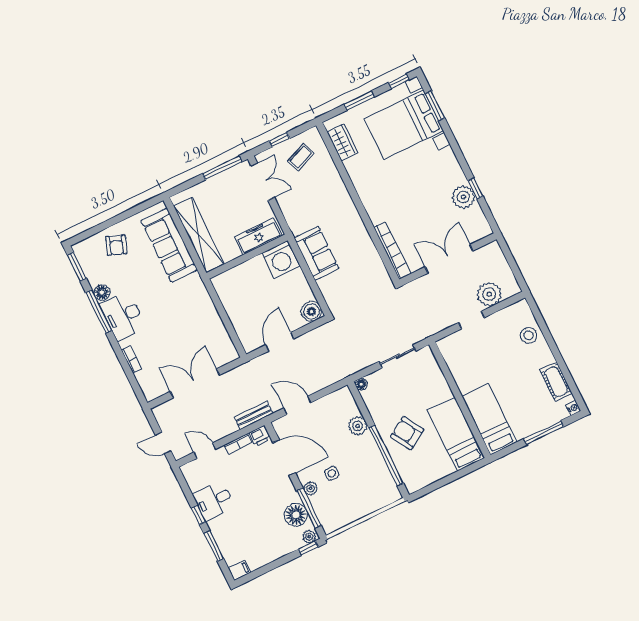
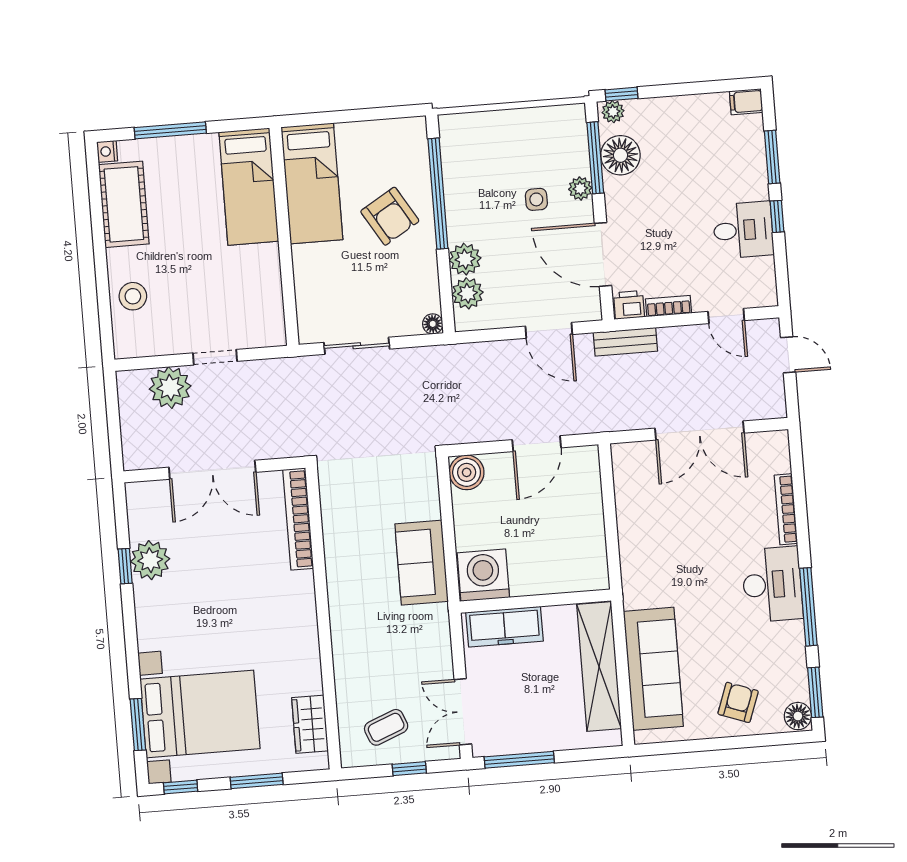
floor lamp: (102, 293) -> (798, 716), moved
bookcase: (132, 359) -> (786, 509), width x1.56
cot: (556, 382) -> (124, 204), width x1.37, depth x1.34
plant: (349, 408) -> (468, 293), added

